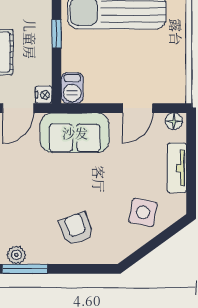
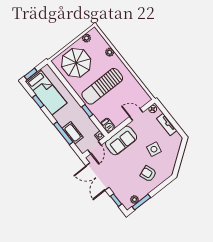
door: (138, 108) -> (136, 114), swing flipped
side table: (143, 212) -> (154, 149), moved

